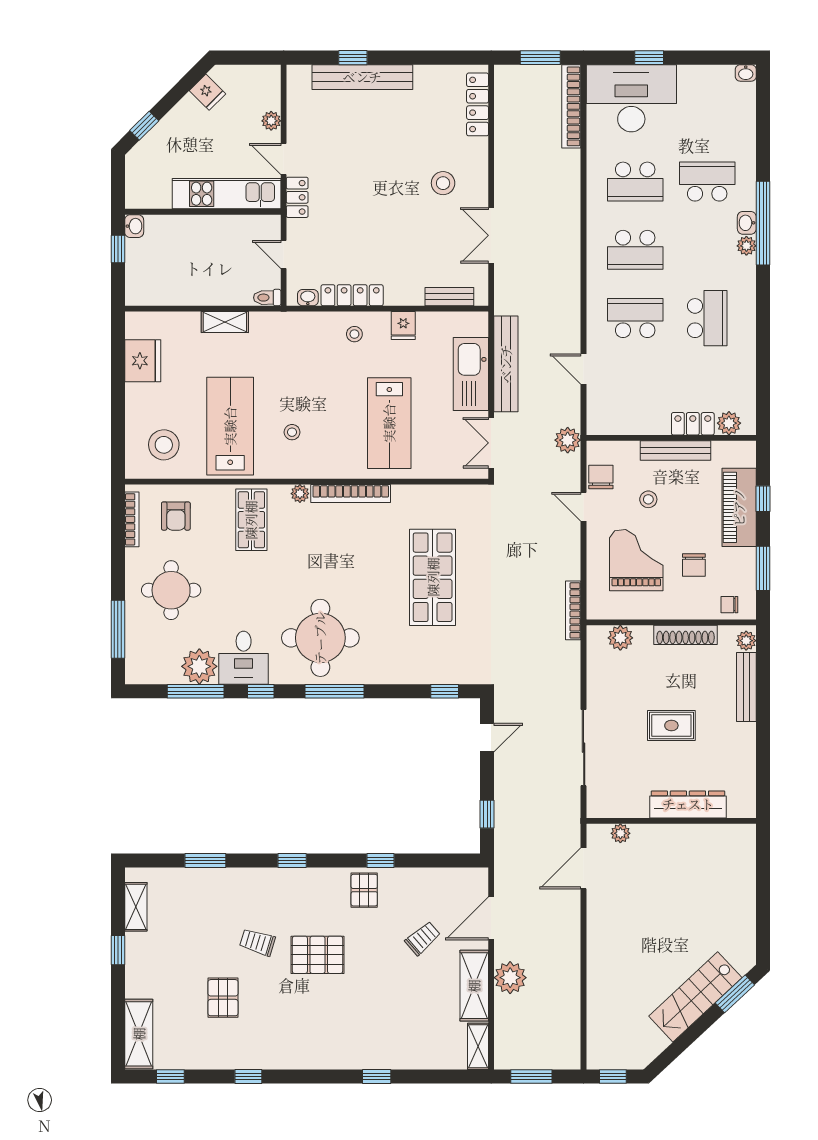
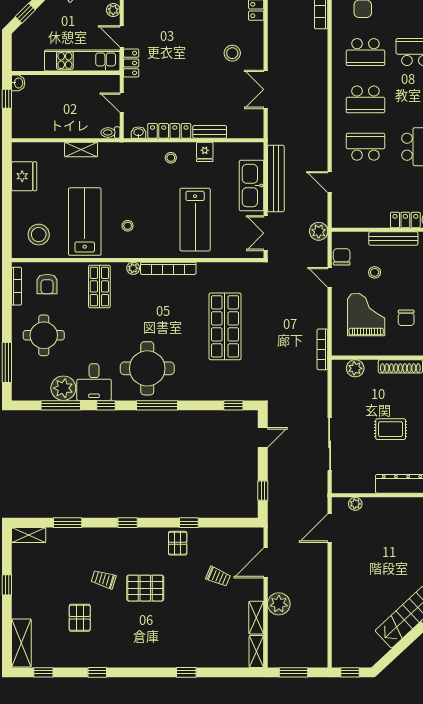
bench: (449, 297) -> (210, 132), moved
shelving: (136, 907) -> (29, 535), moved, turned 90
trolley: (423, 938) -> (218, 577), turned 64
shelving: (474, 986) -> (256, 618), width x0.67, depth x0.75

